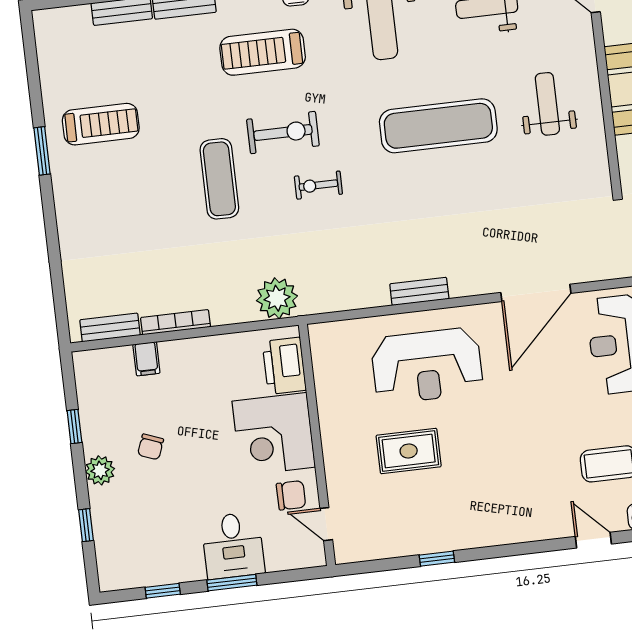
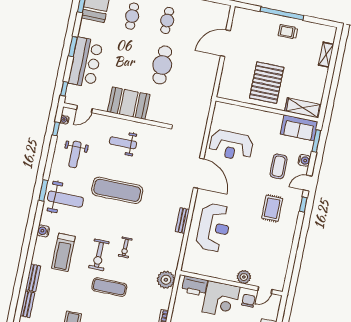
exercise mat: (438, 126) -> (117, 190), turned 90
exercise bike: (283, 133) -> (99, 255), turned 180
rug: (409, 451) -> (272, 208), moved
plant: (340, 468) -> (244, 277), added
window: (437, 559) -> (303, 204), moved

